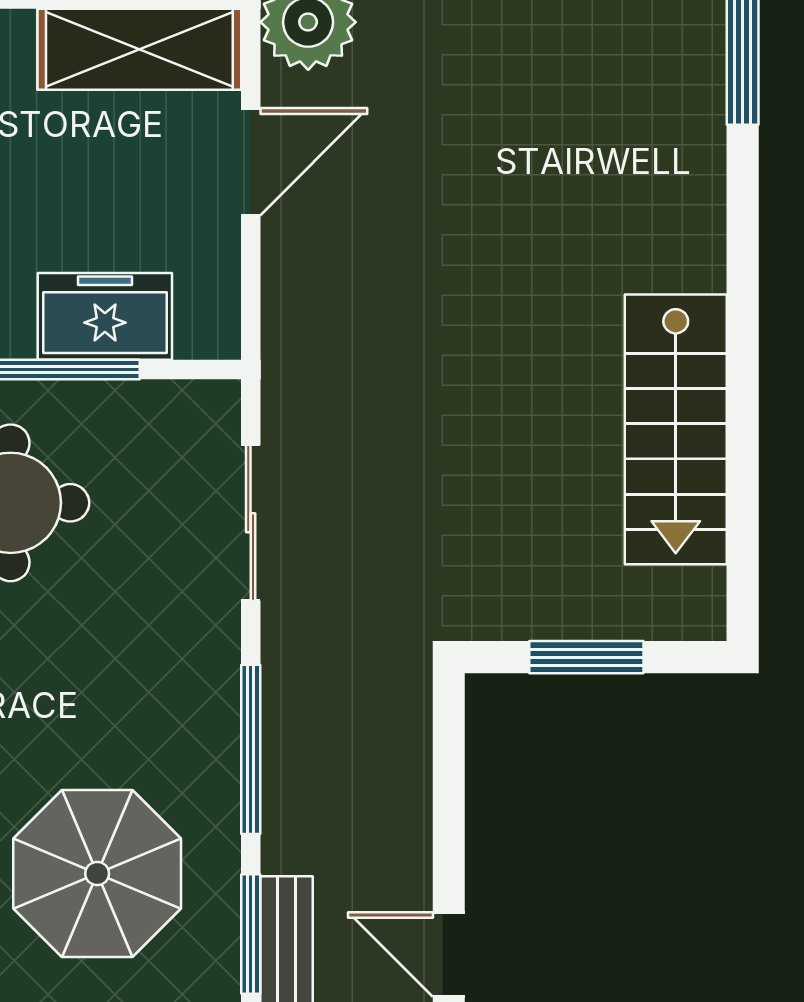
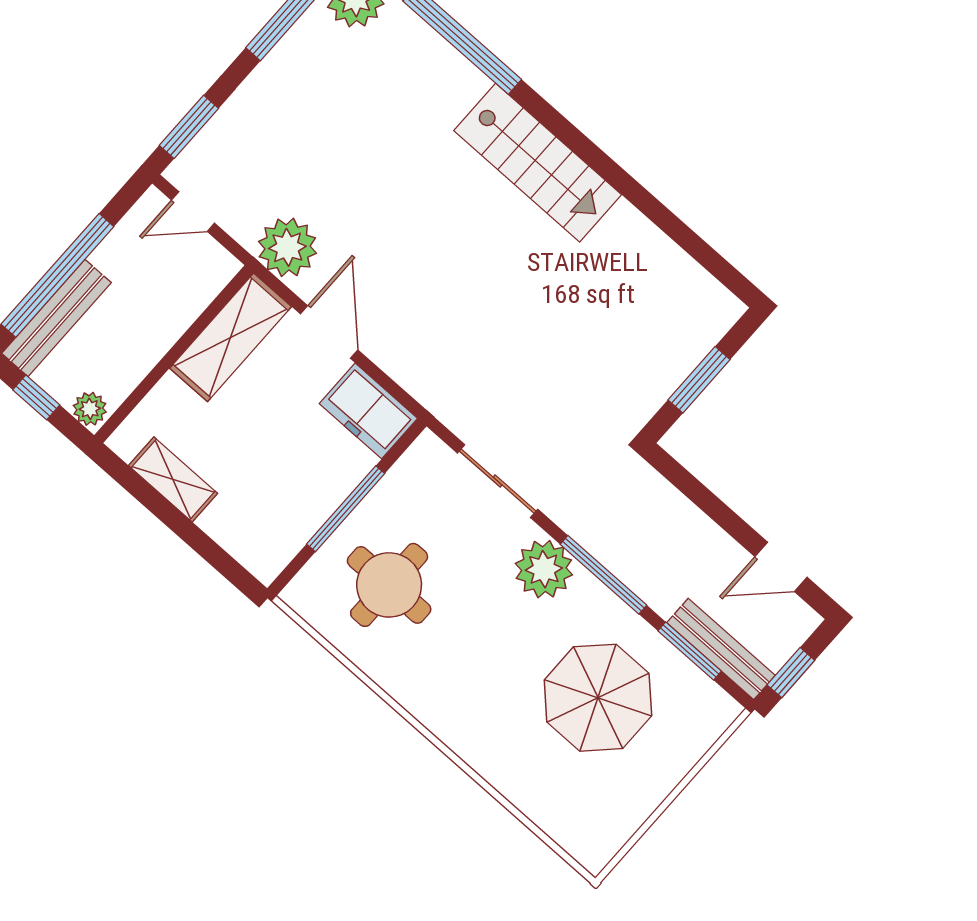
freezer: (105, 316) -> (368, 411), moved, turned -90
stairs: (676, 429) -> (538, 163), moved
plant: (194, 672) -> (544, 569), added

